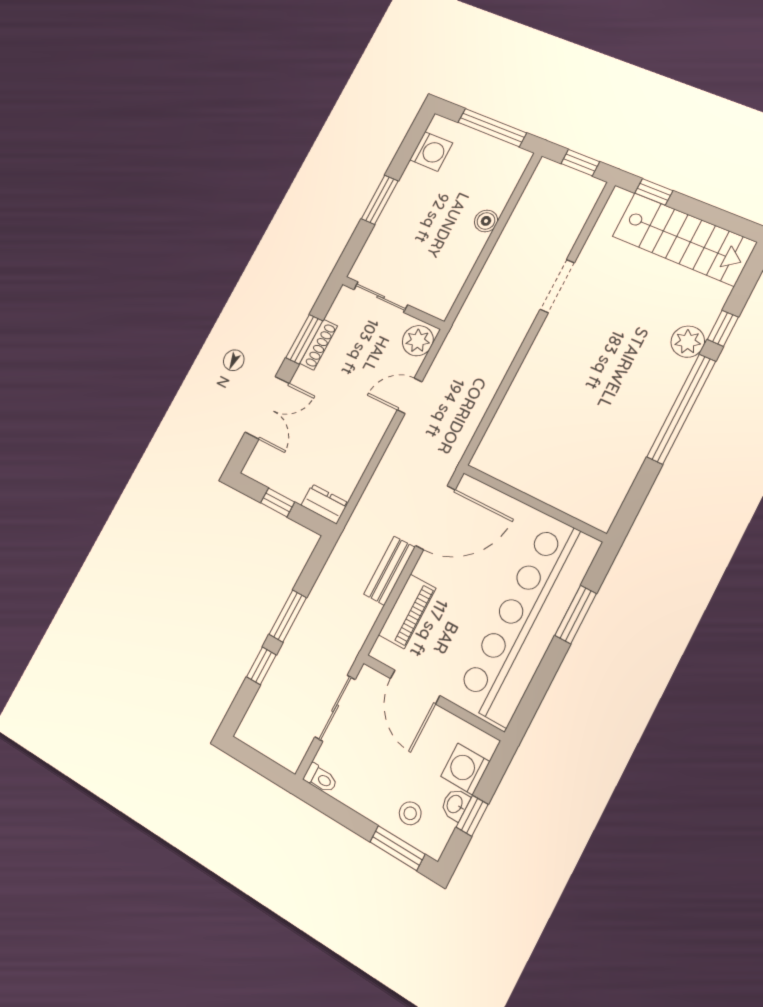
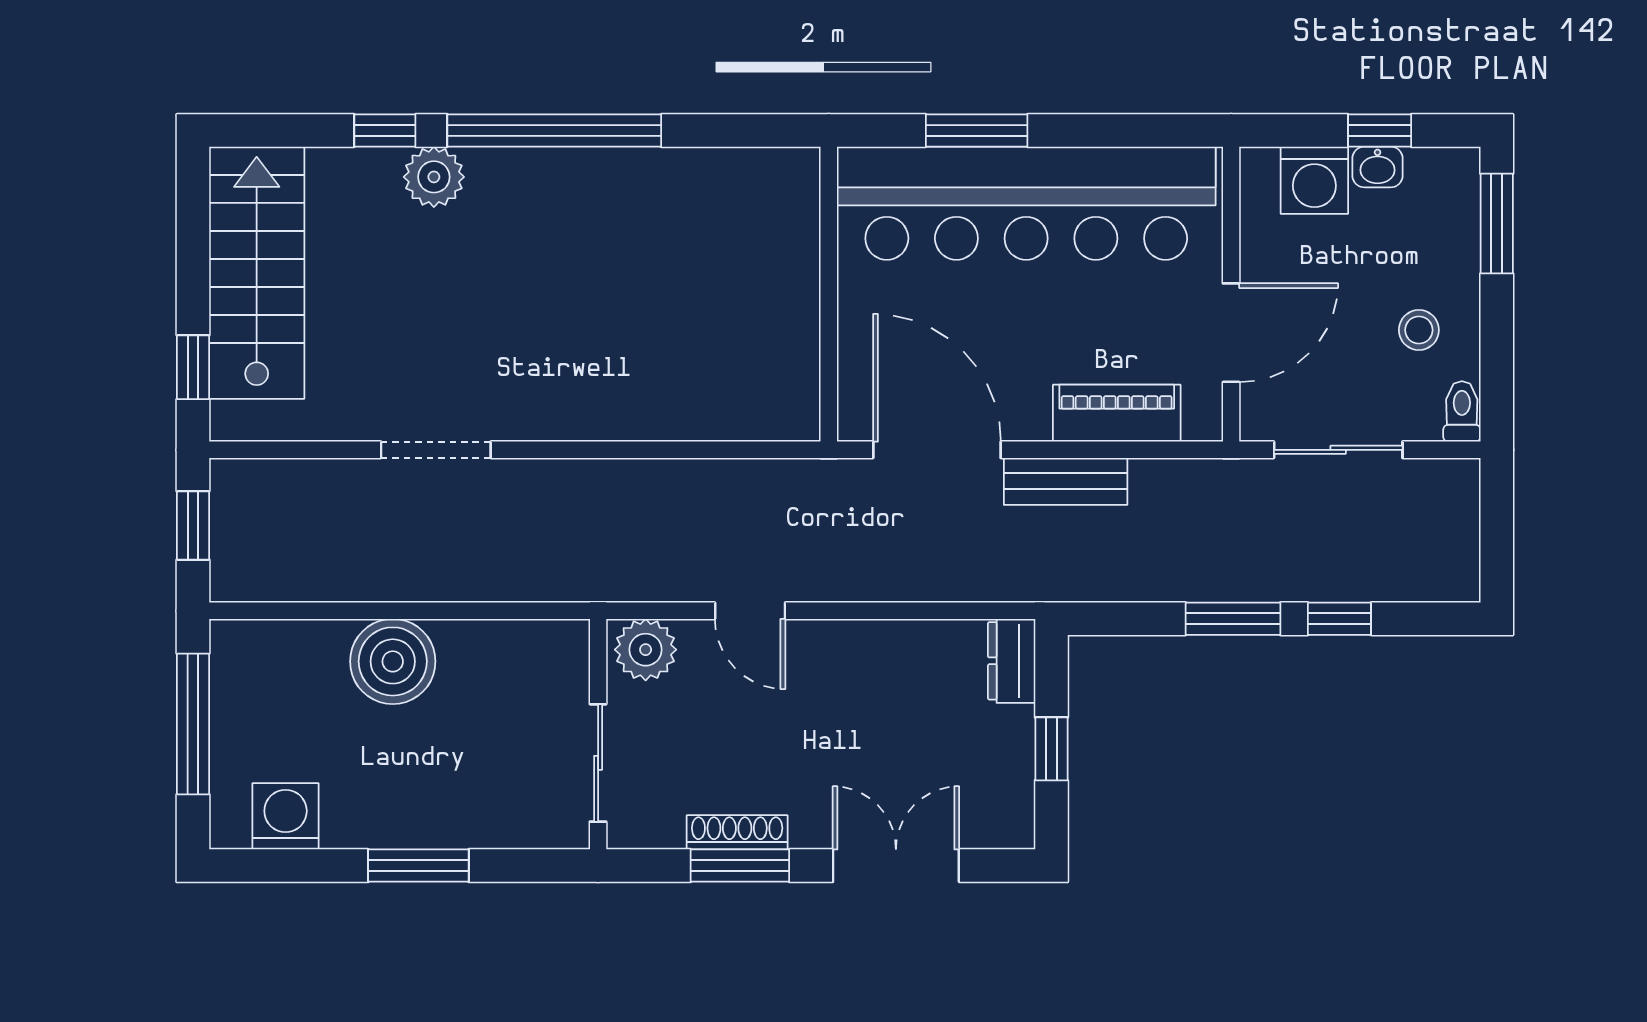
boiler: (486, 221) -> (393, 661), width x1.86, depth x1.86
stool: (410, 813) -> (1419, 330), moved

